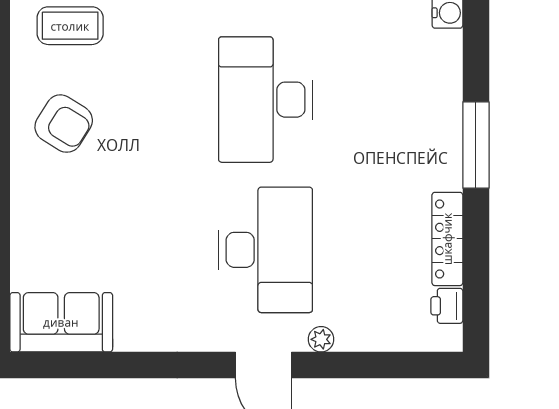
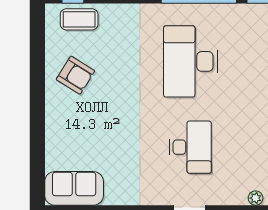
desk: (266, 250) -> (190, 147), width x0.73, depth x0.77
plant: (321, 339) -> (256, 198), moved

